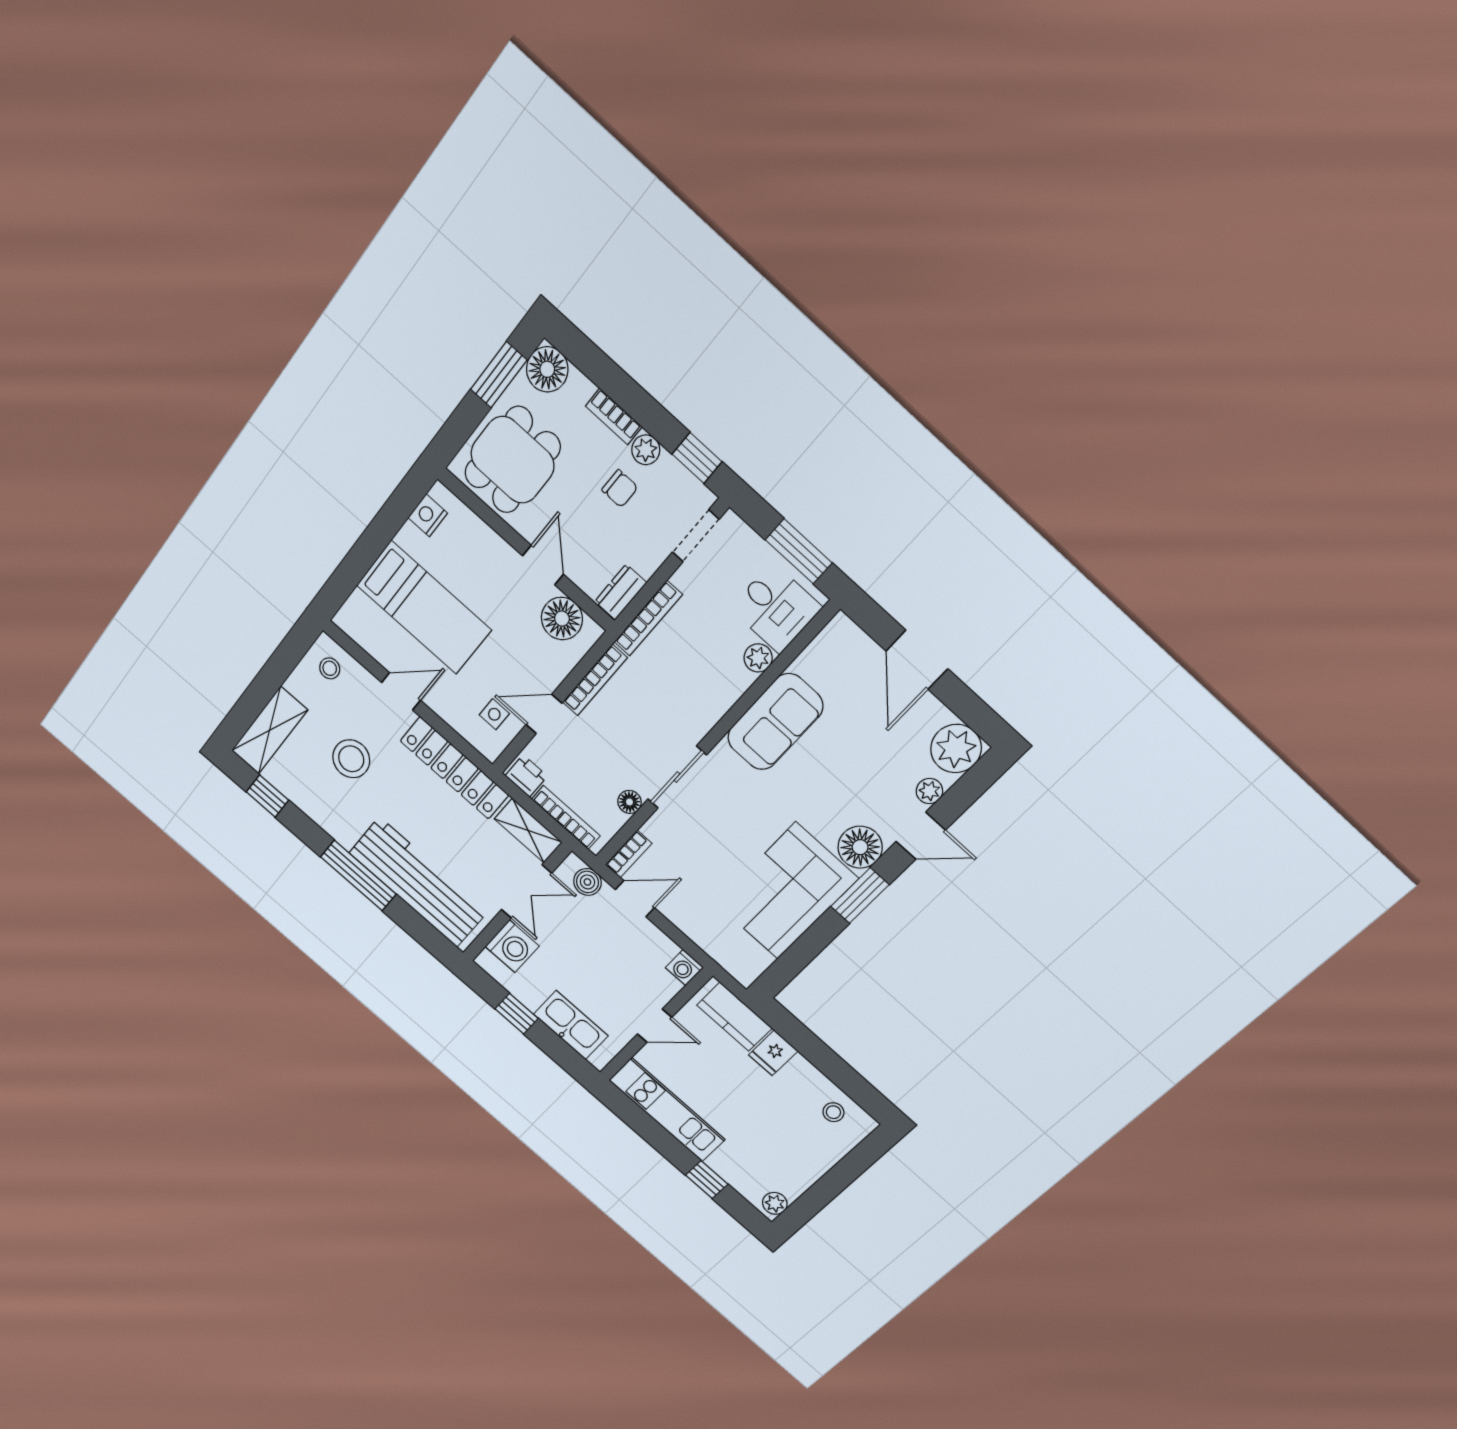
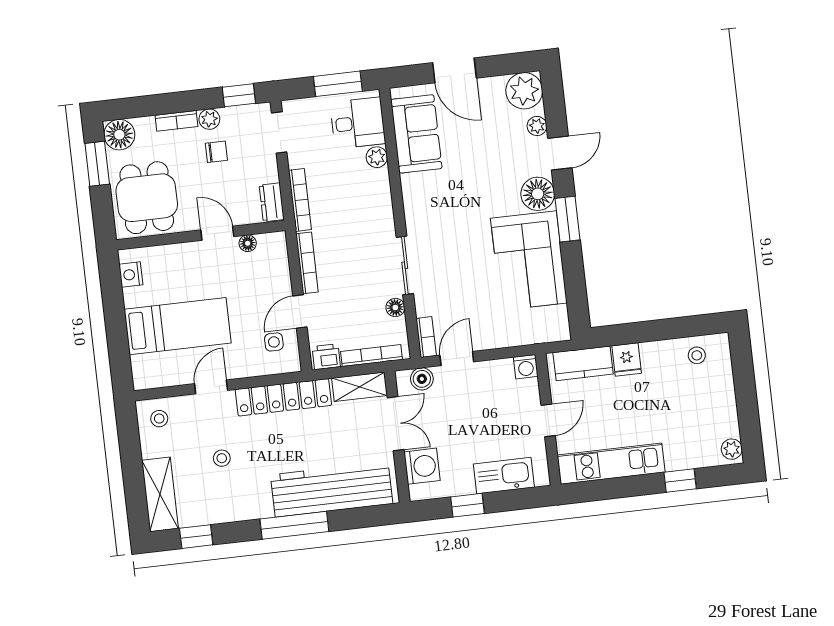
floor lamp: (562, 619) -> (248, 243), width x0.53, depth x0.53
sofa: (775, 722) -> (416, 134), moved
stool: (351, 759) -> (222, 458), width x0.53, depth x0.53

